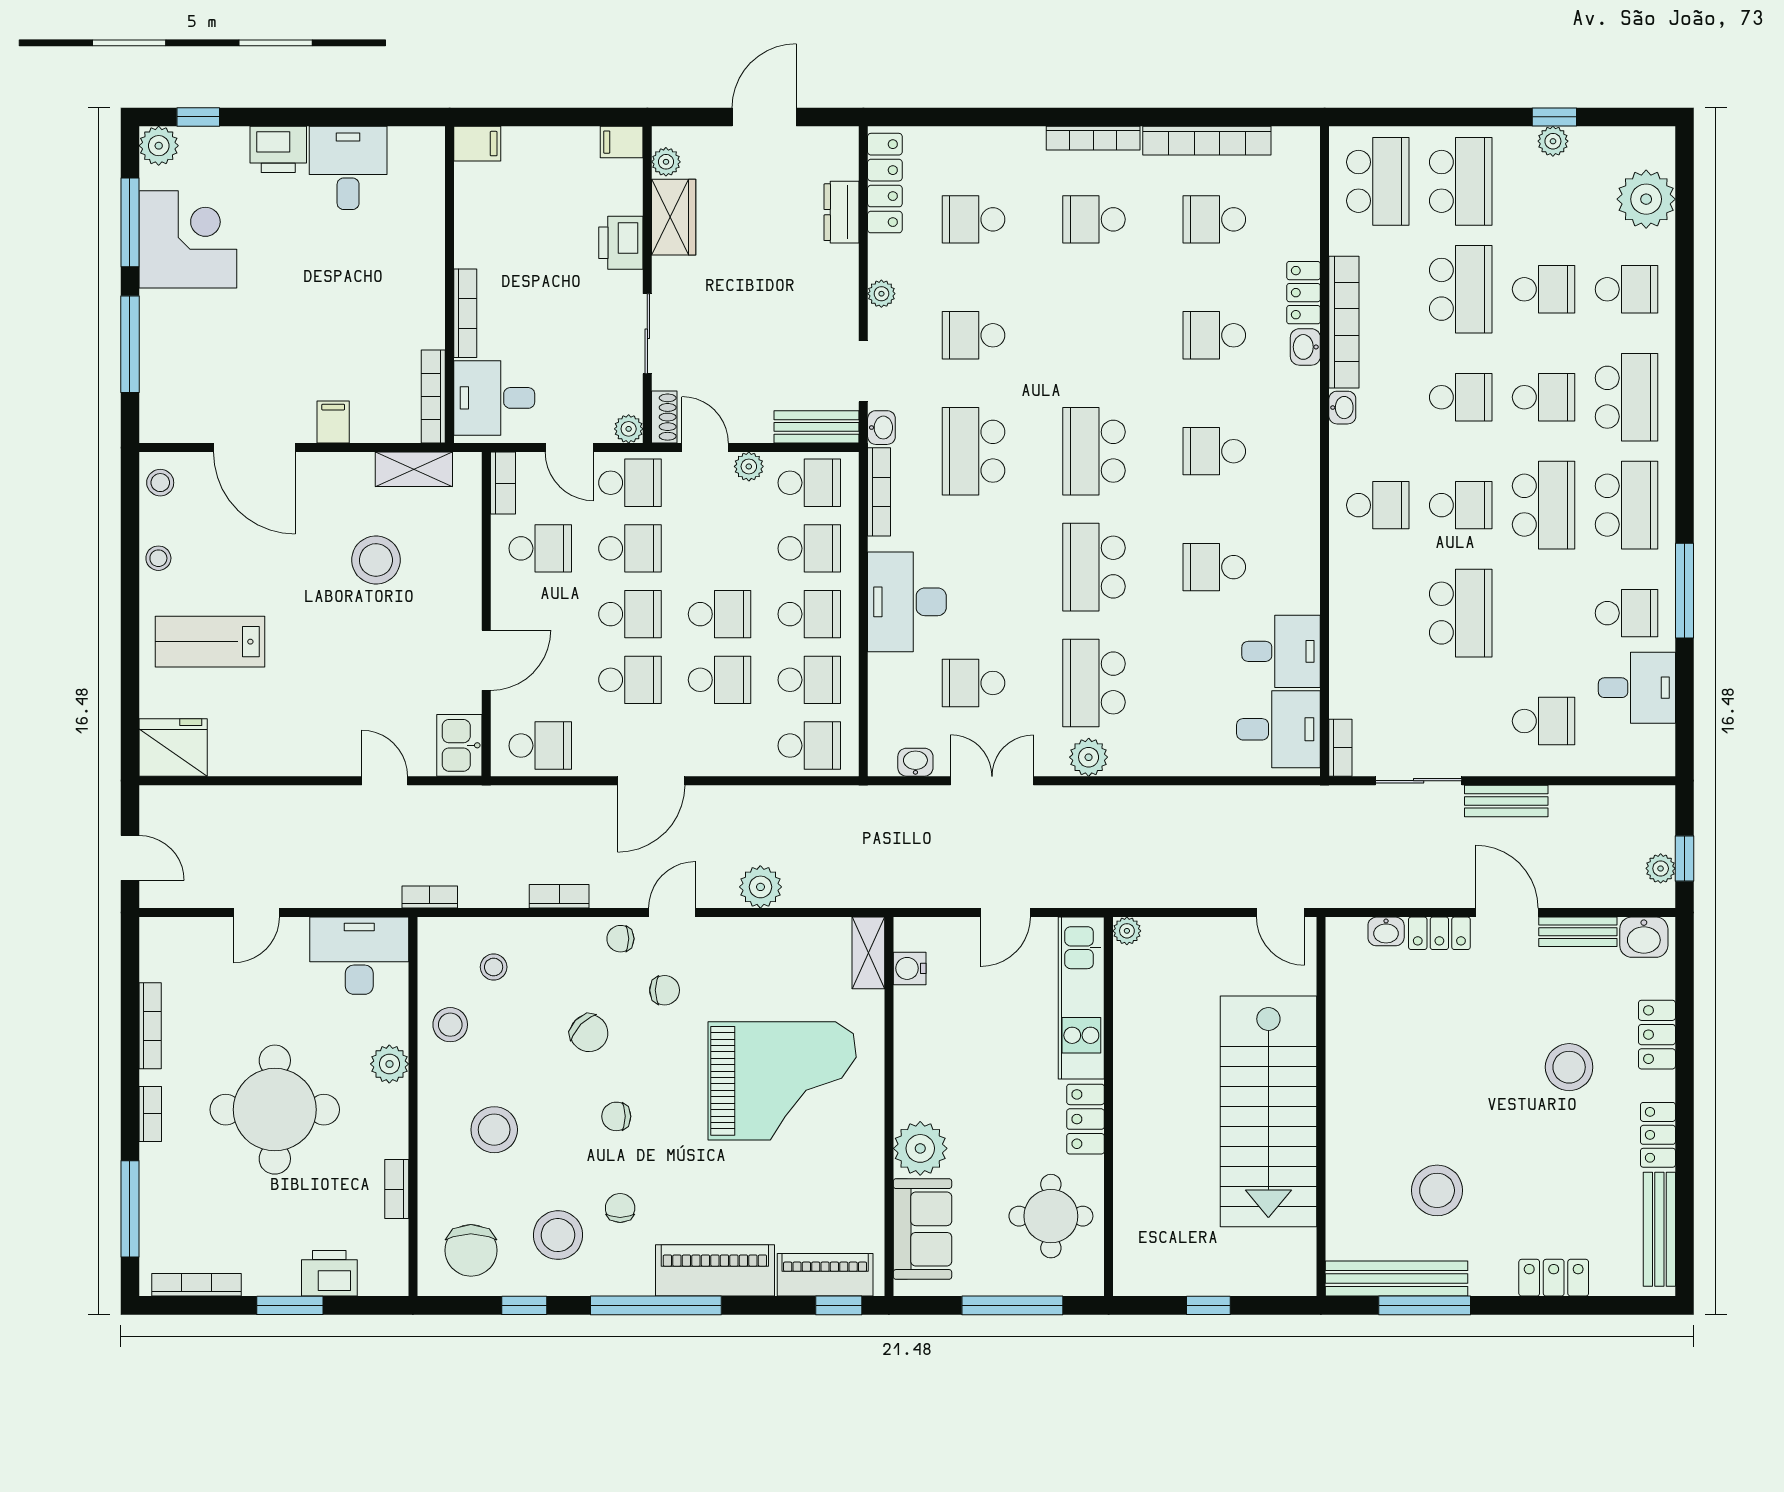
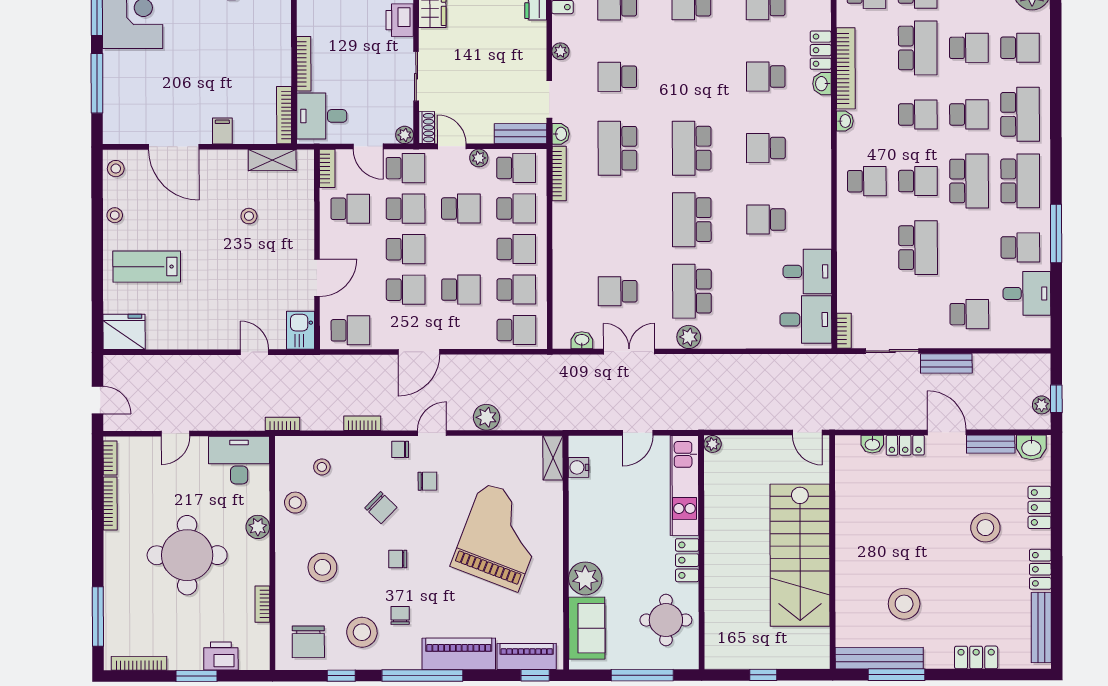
stool: (376, 560) -> (249, 216), width x0.53, depth x0.53
desk: (907, 602) -> (576, 241), removed
school desk: (720, 614) -> (461, 209), moved
grand piano: (782, 1081) -> (500, 537), turned -69
bookcase: (150, 1114) -> (110, 458), moved

